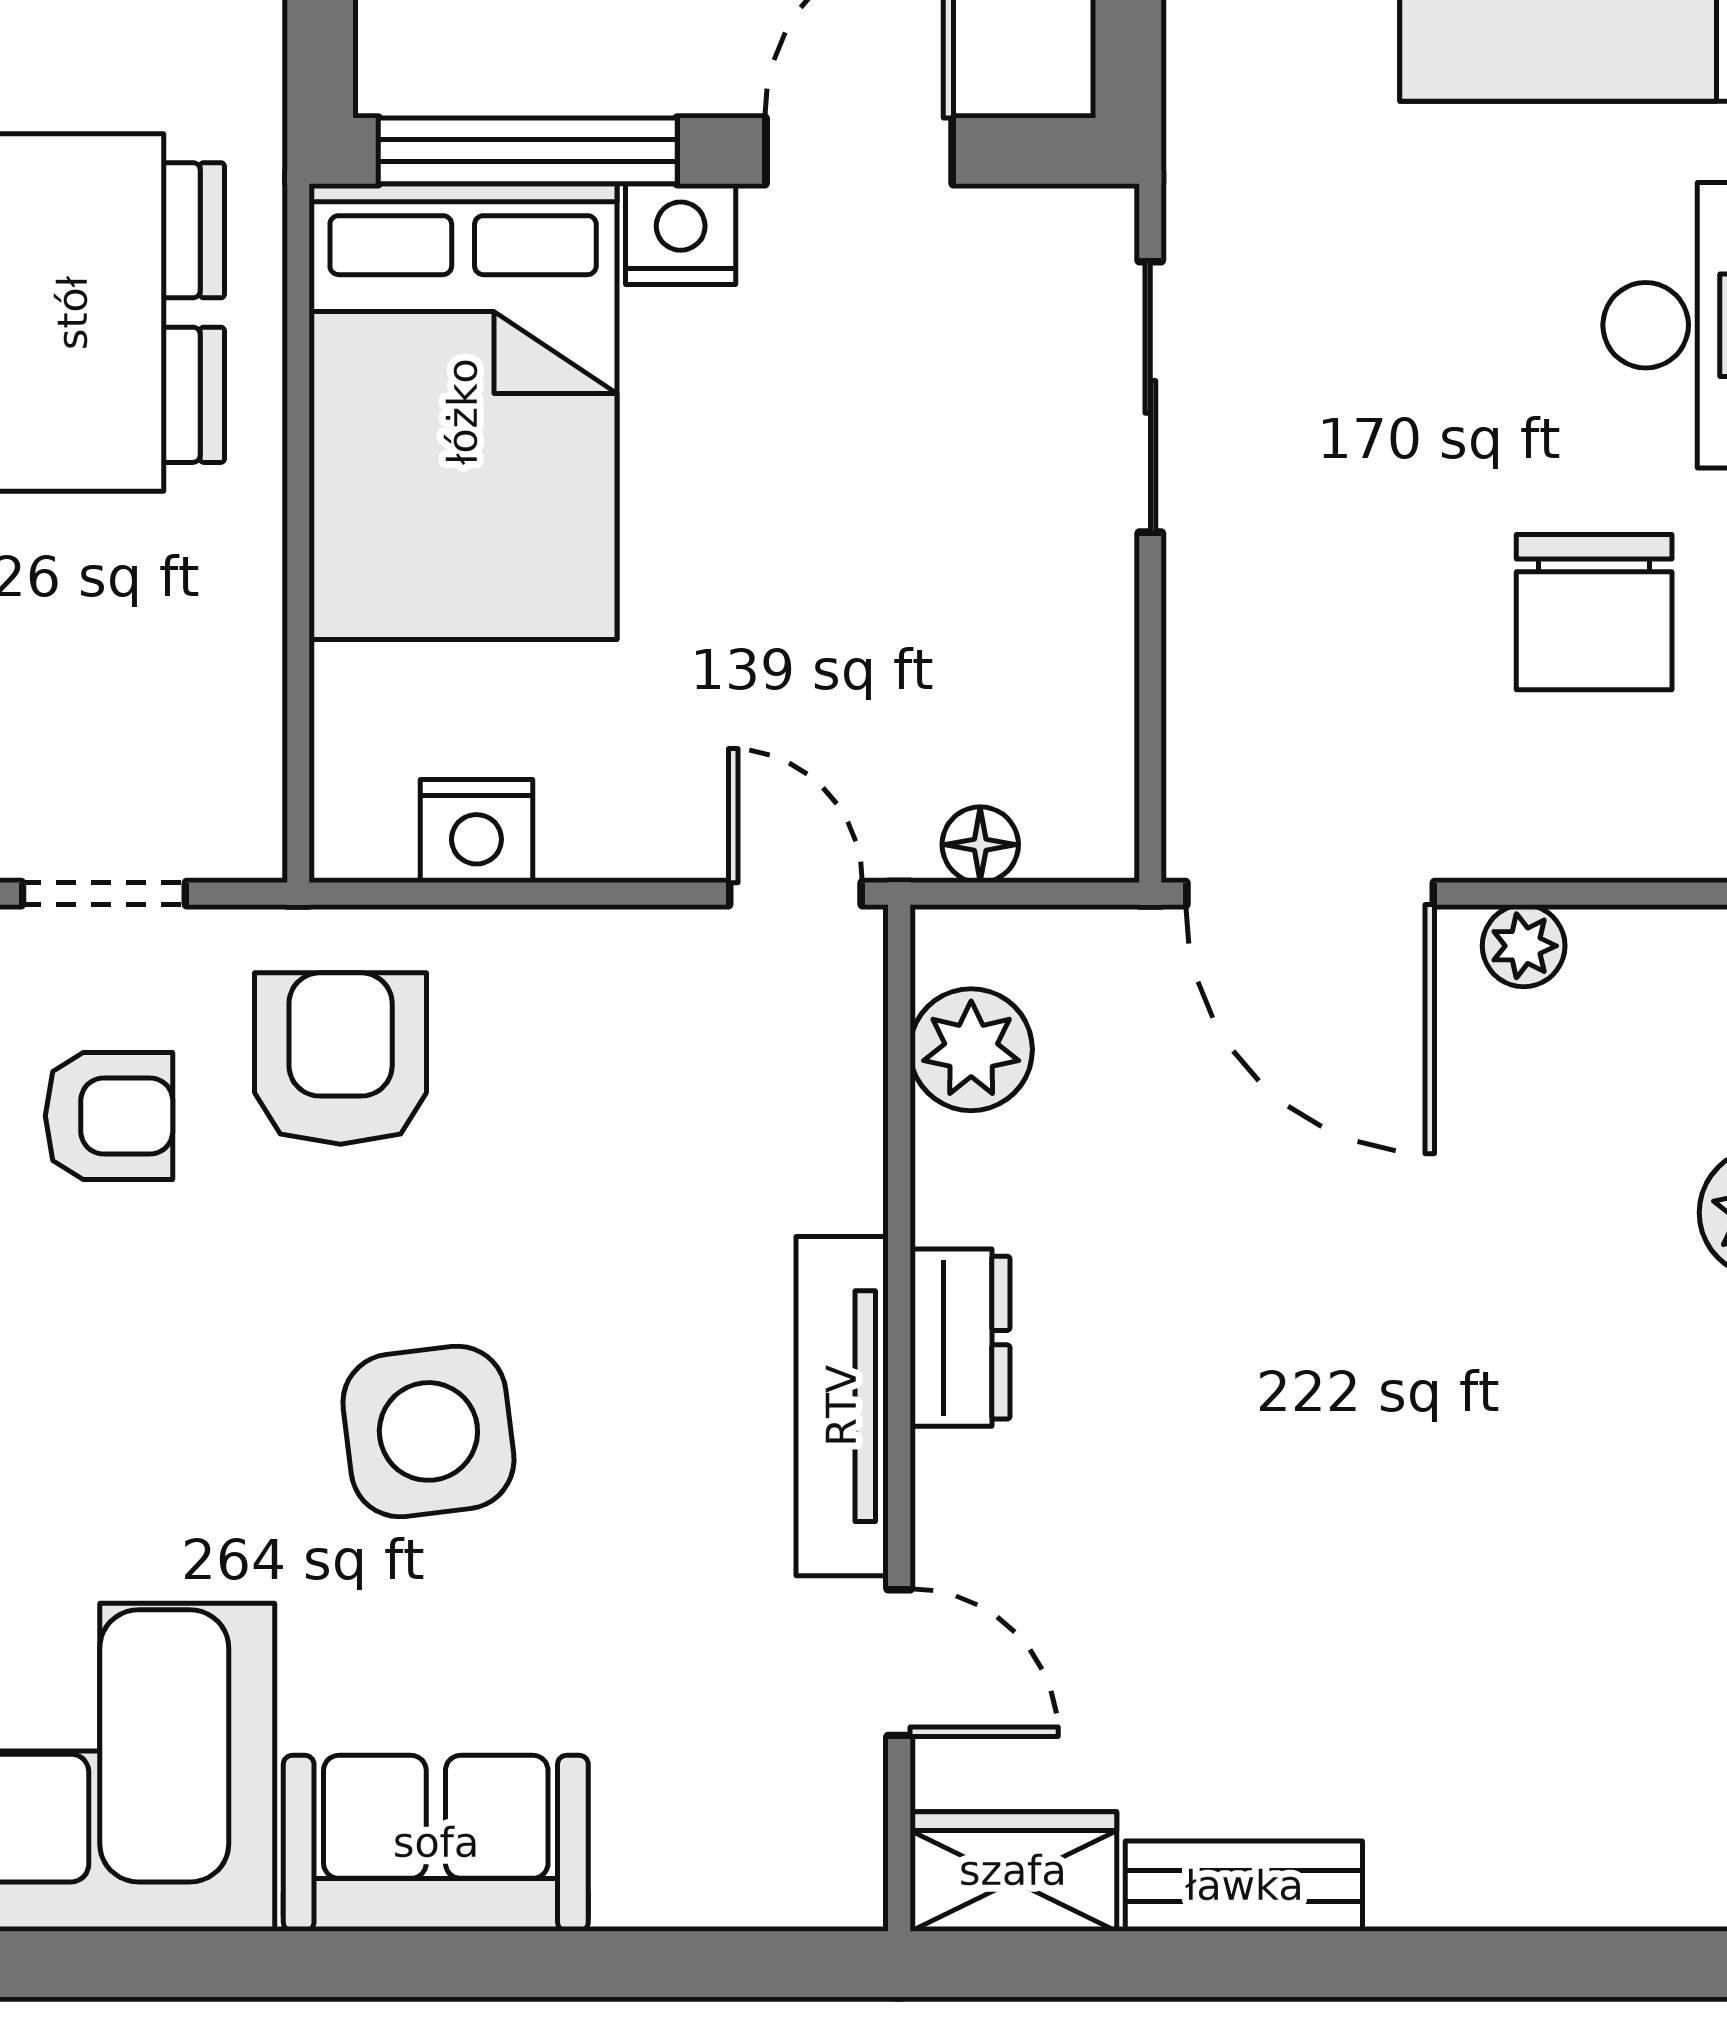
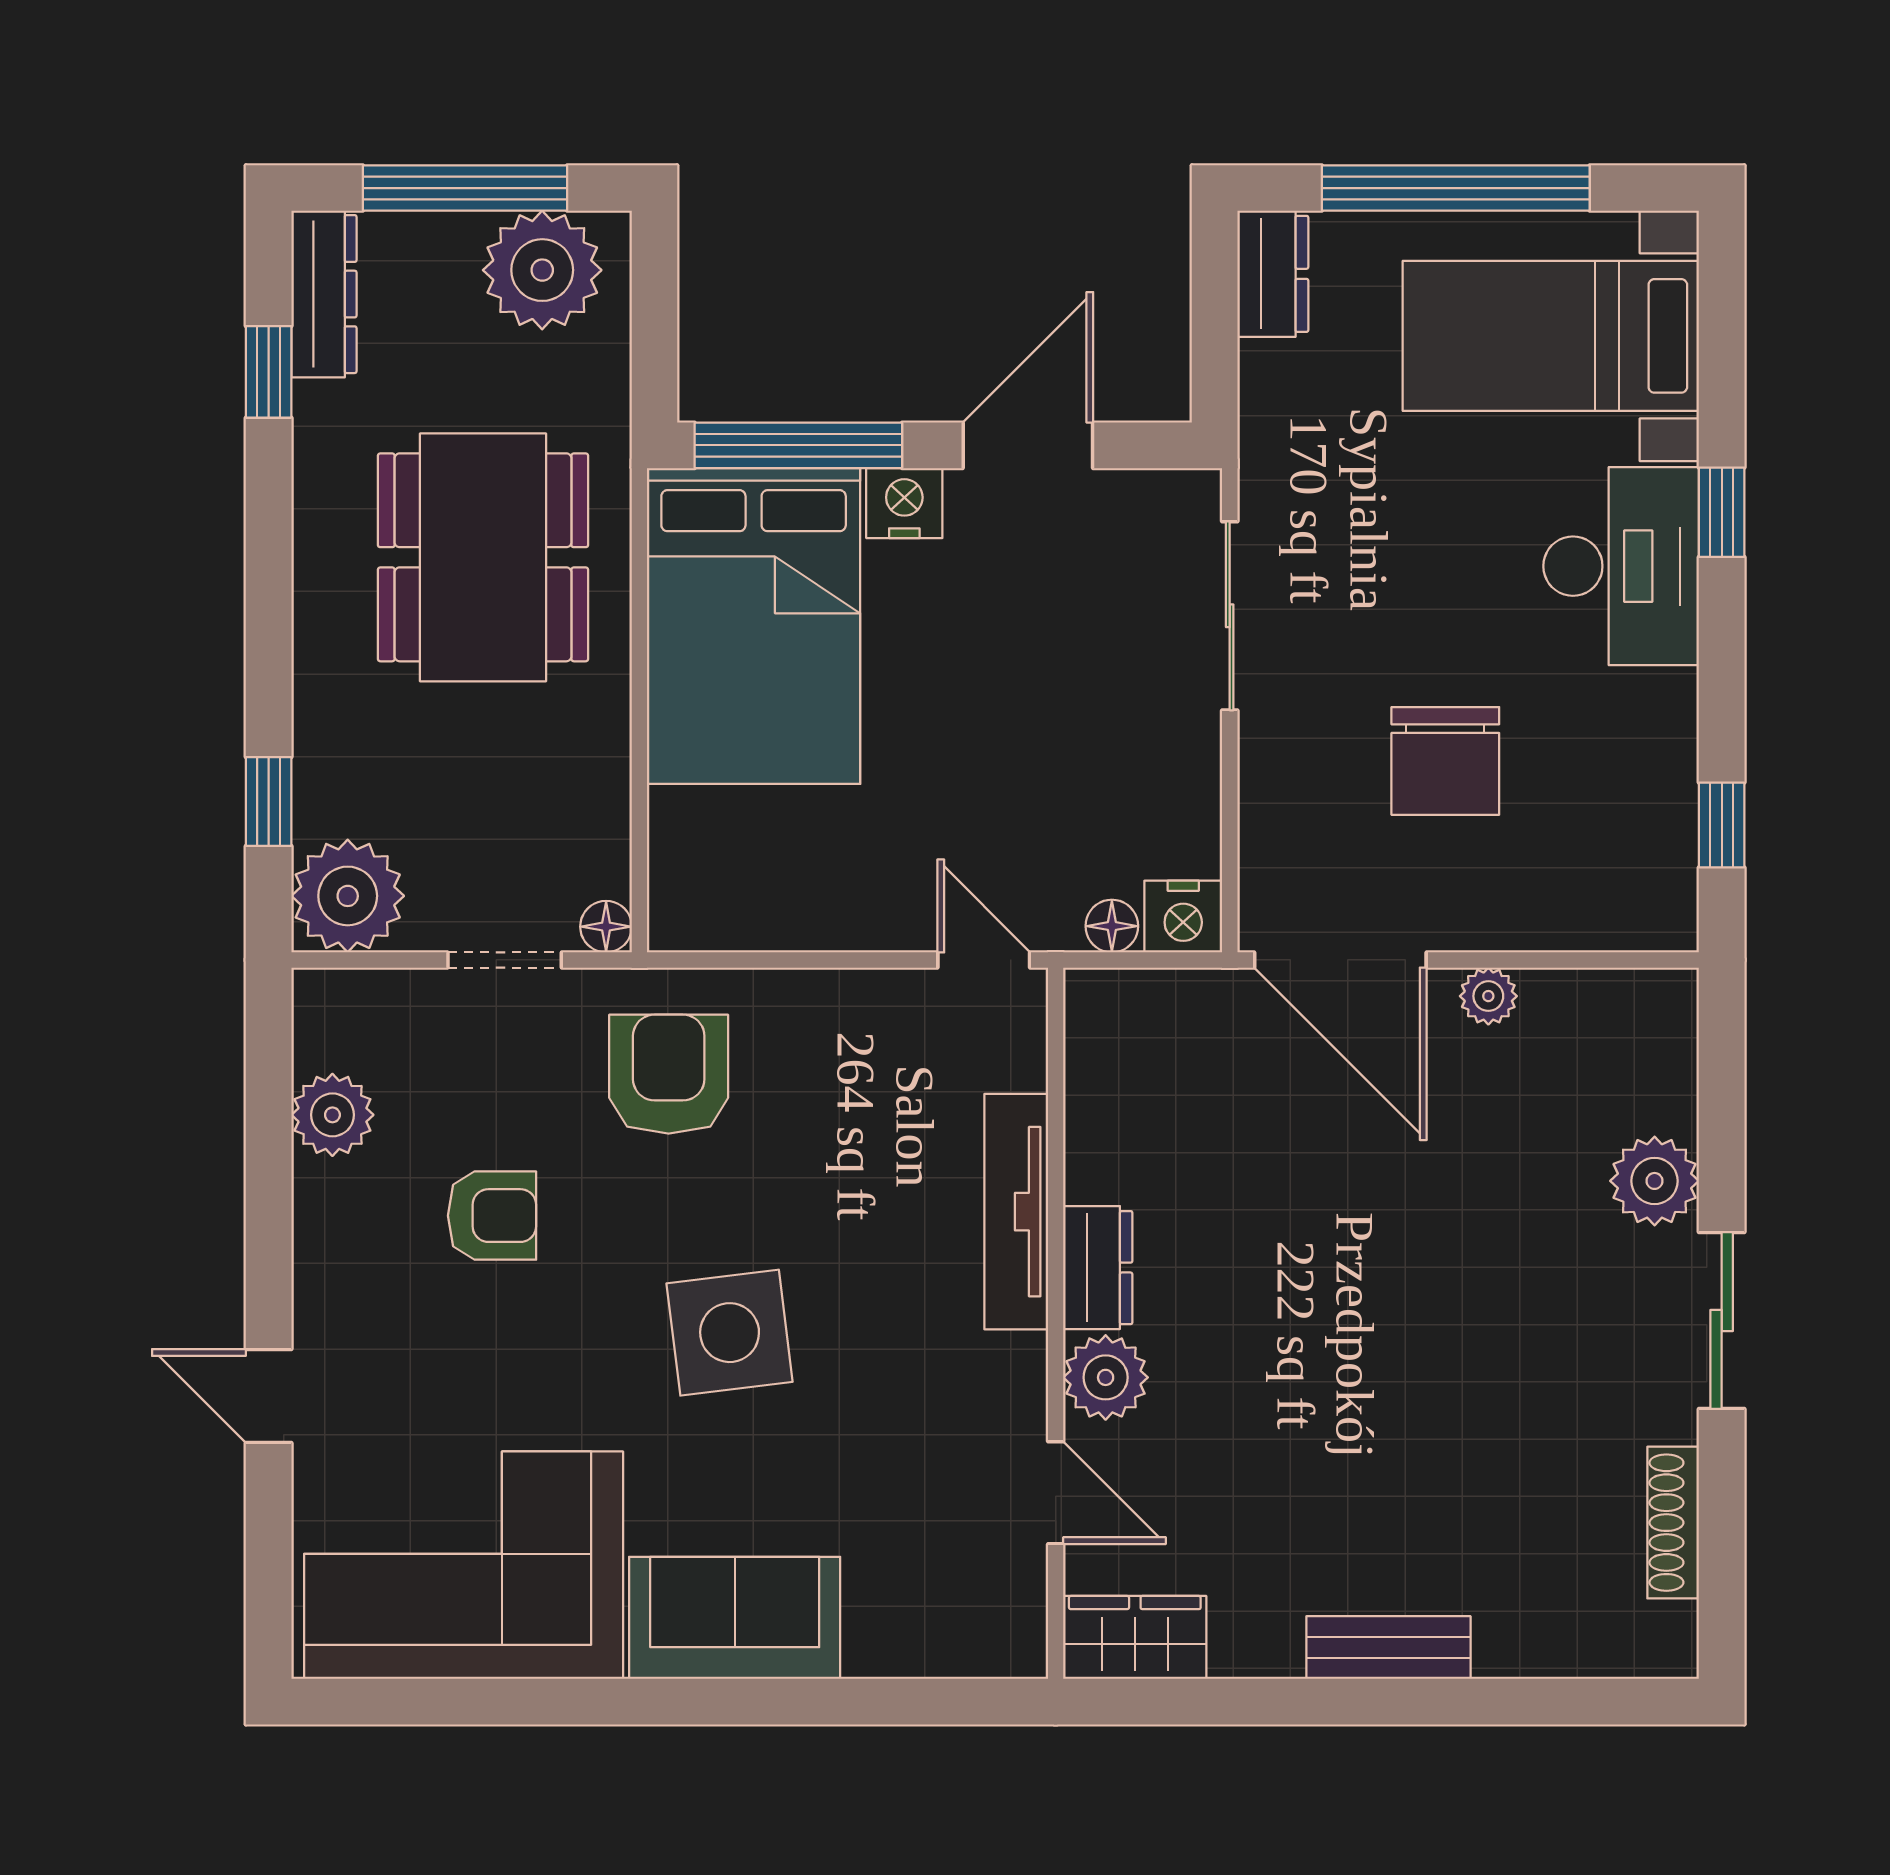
chair: (1594, 612) -> (1445, 761), moved
nightstand: (476, 831) -> (1183, 917), moved
floor lamp: (250, 845) -> (606, 927), added
plant: (971, 1050) -> (1106, 1377), moved
armchair: (109, 1116) -> (492, 1216), moved
tv unit: (842, 1406) -> (1016, 1212), moved
bench: (1244, 1886) -> (1388, 1648), moved

